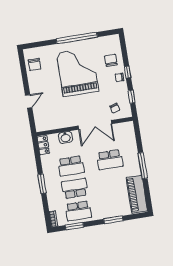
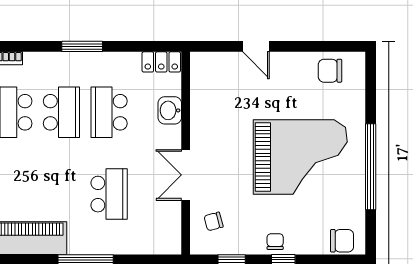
chair: (111, 60) -> (342, 241), moved
double door: (95, 125) -> (186, 175), width x0.73
school desk: (110, 160) -> (109, 194), turned 180

